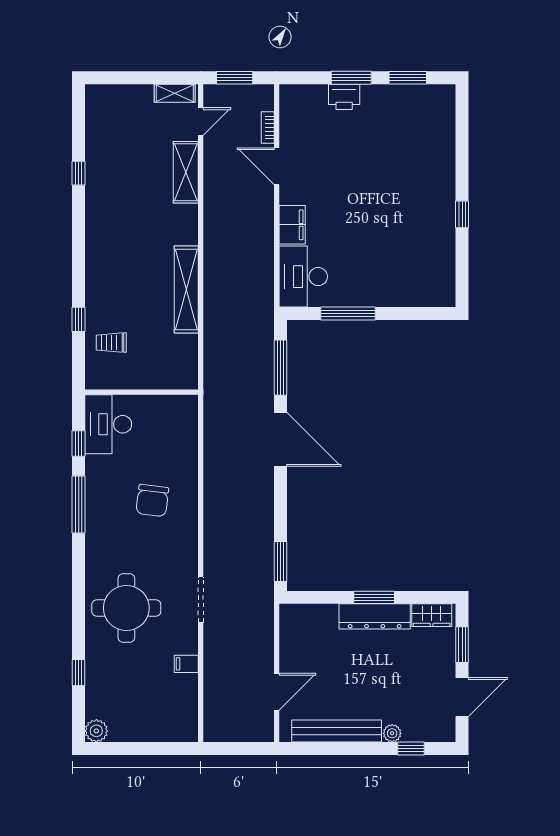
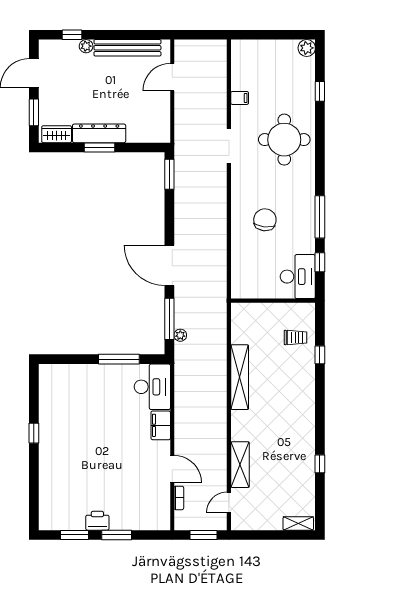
shelving: (175, 93) -> (298, 523), moved
printer: (344, 97) -> (97, 521), moved
plant: (266, 346) -> (180, 335), added

